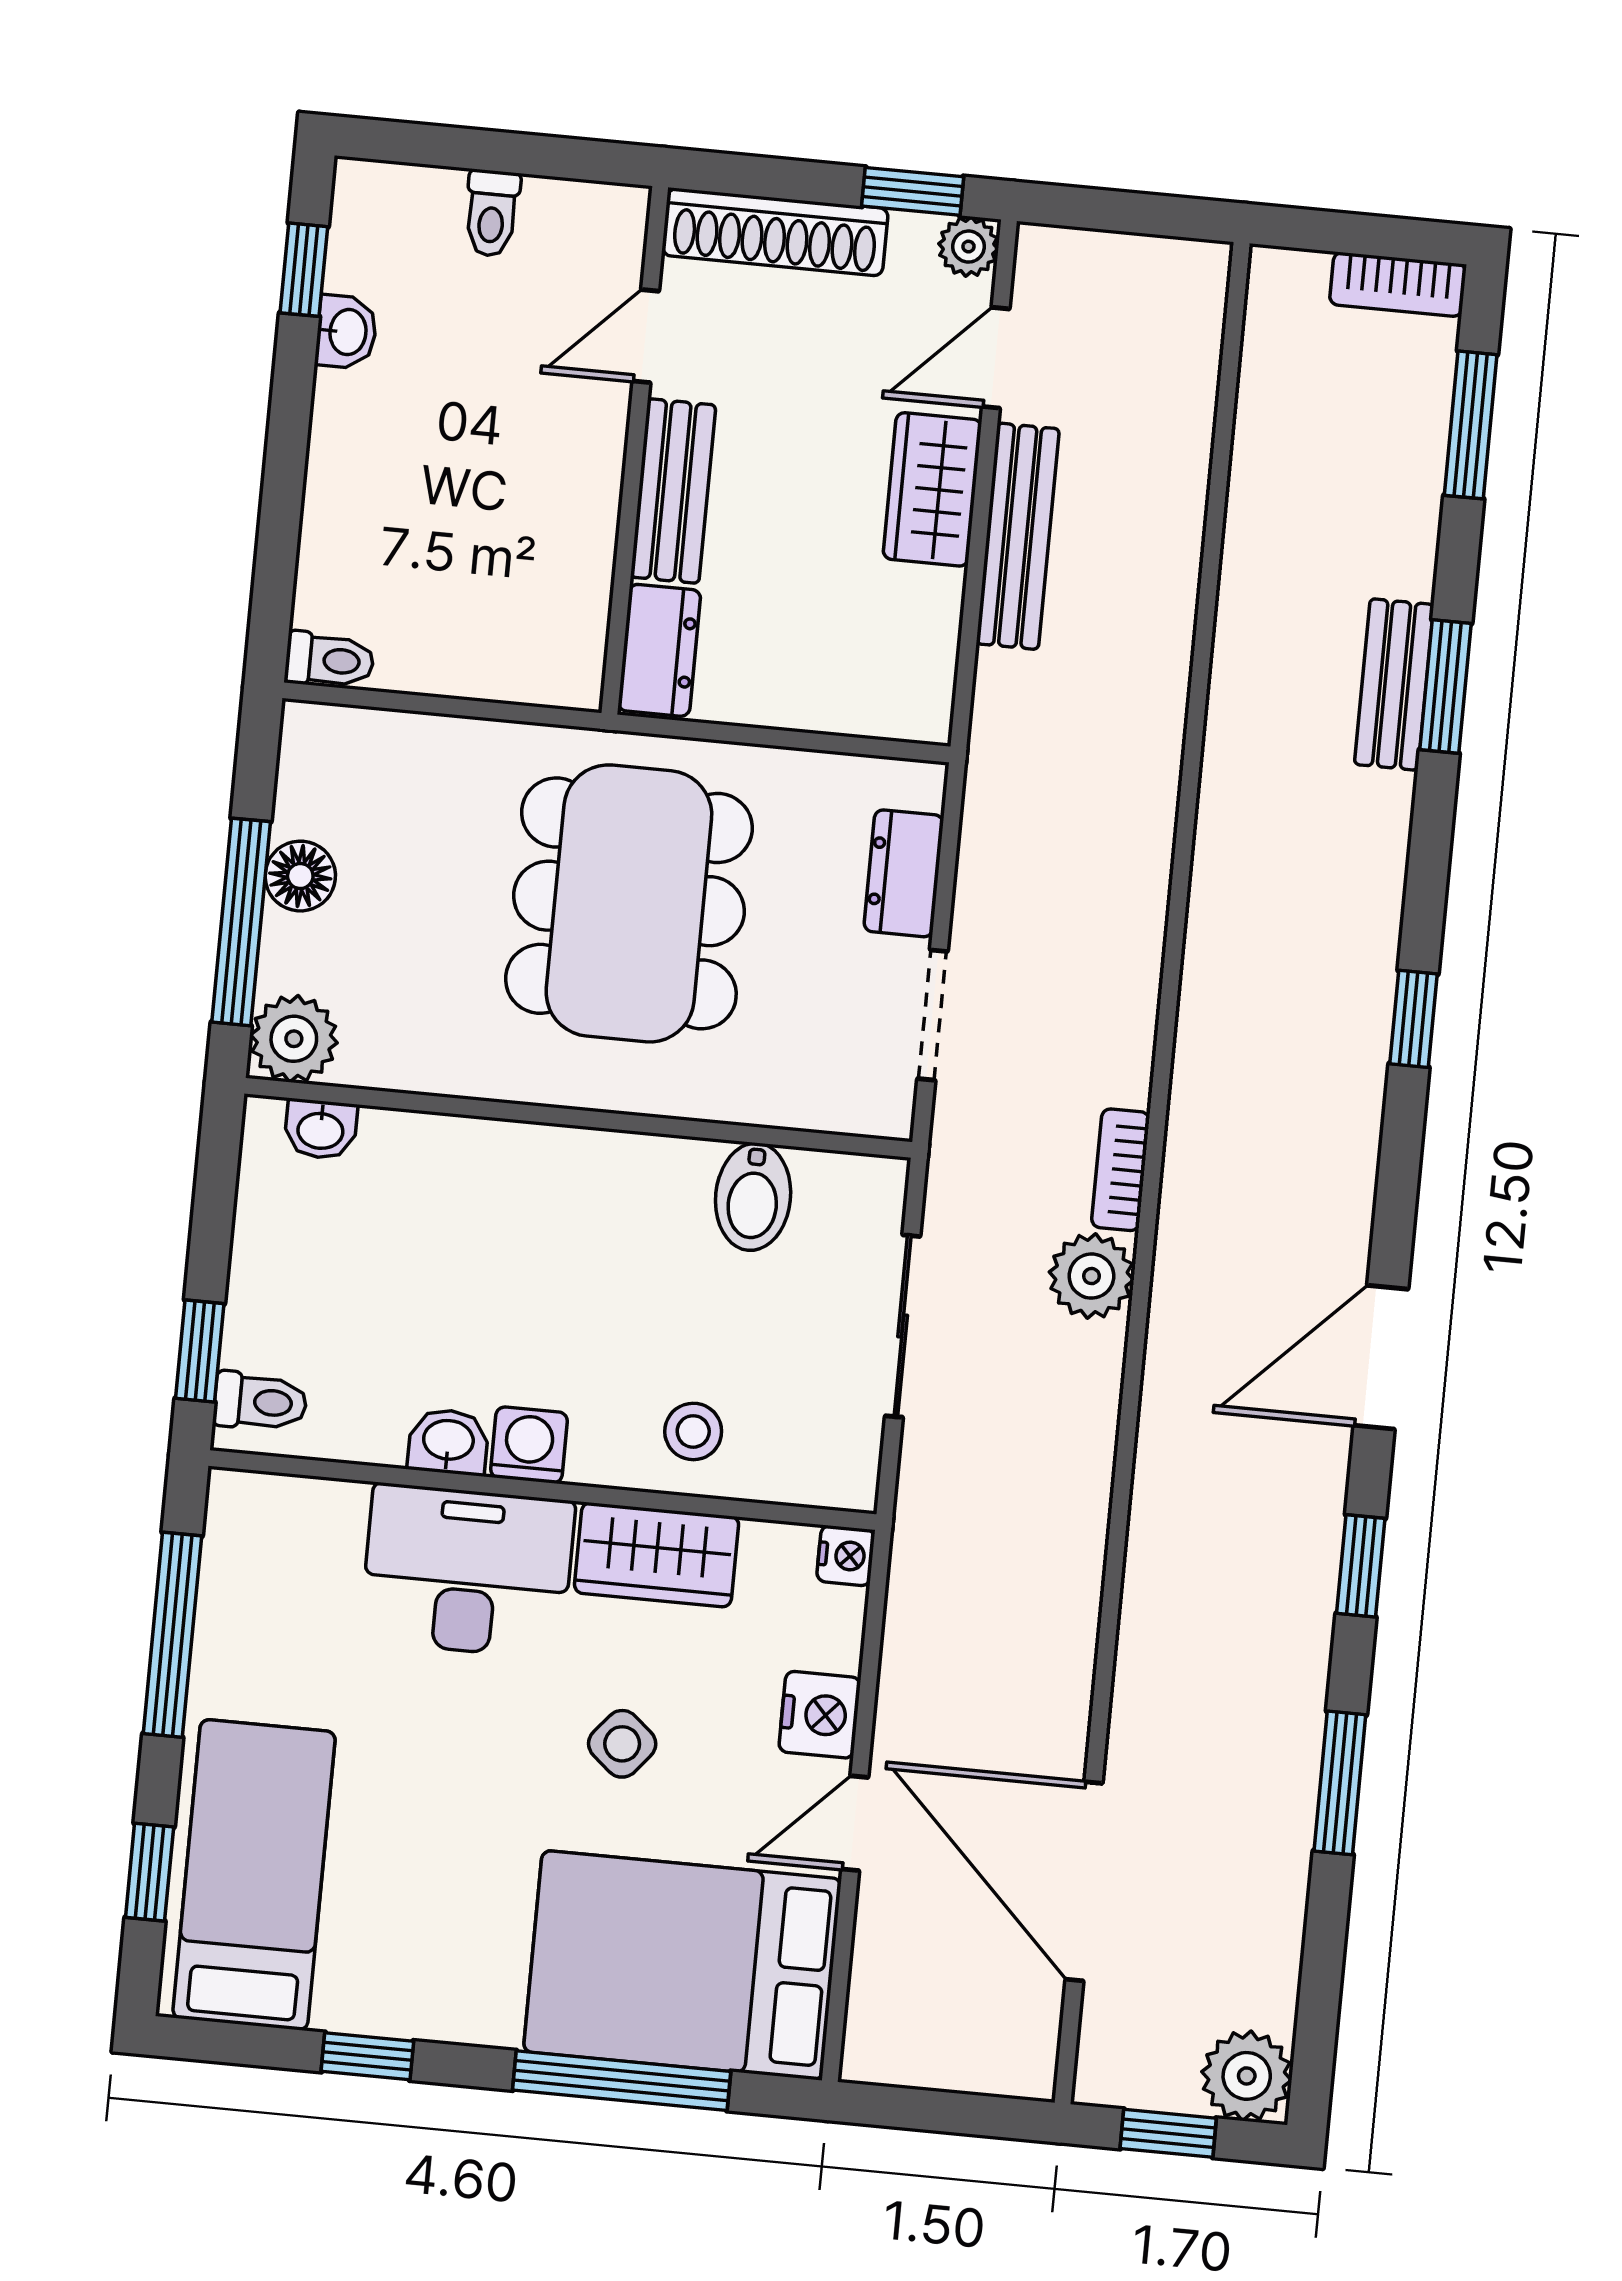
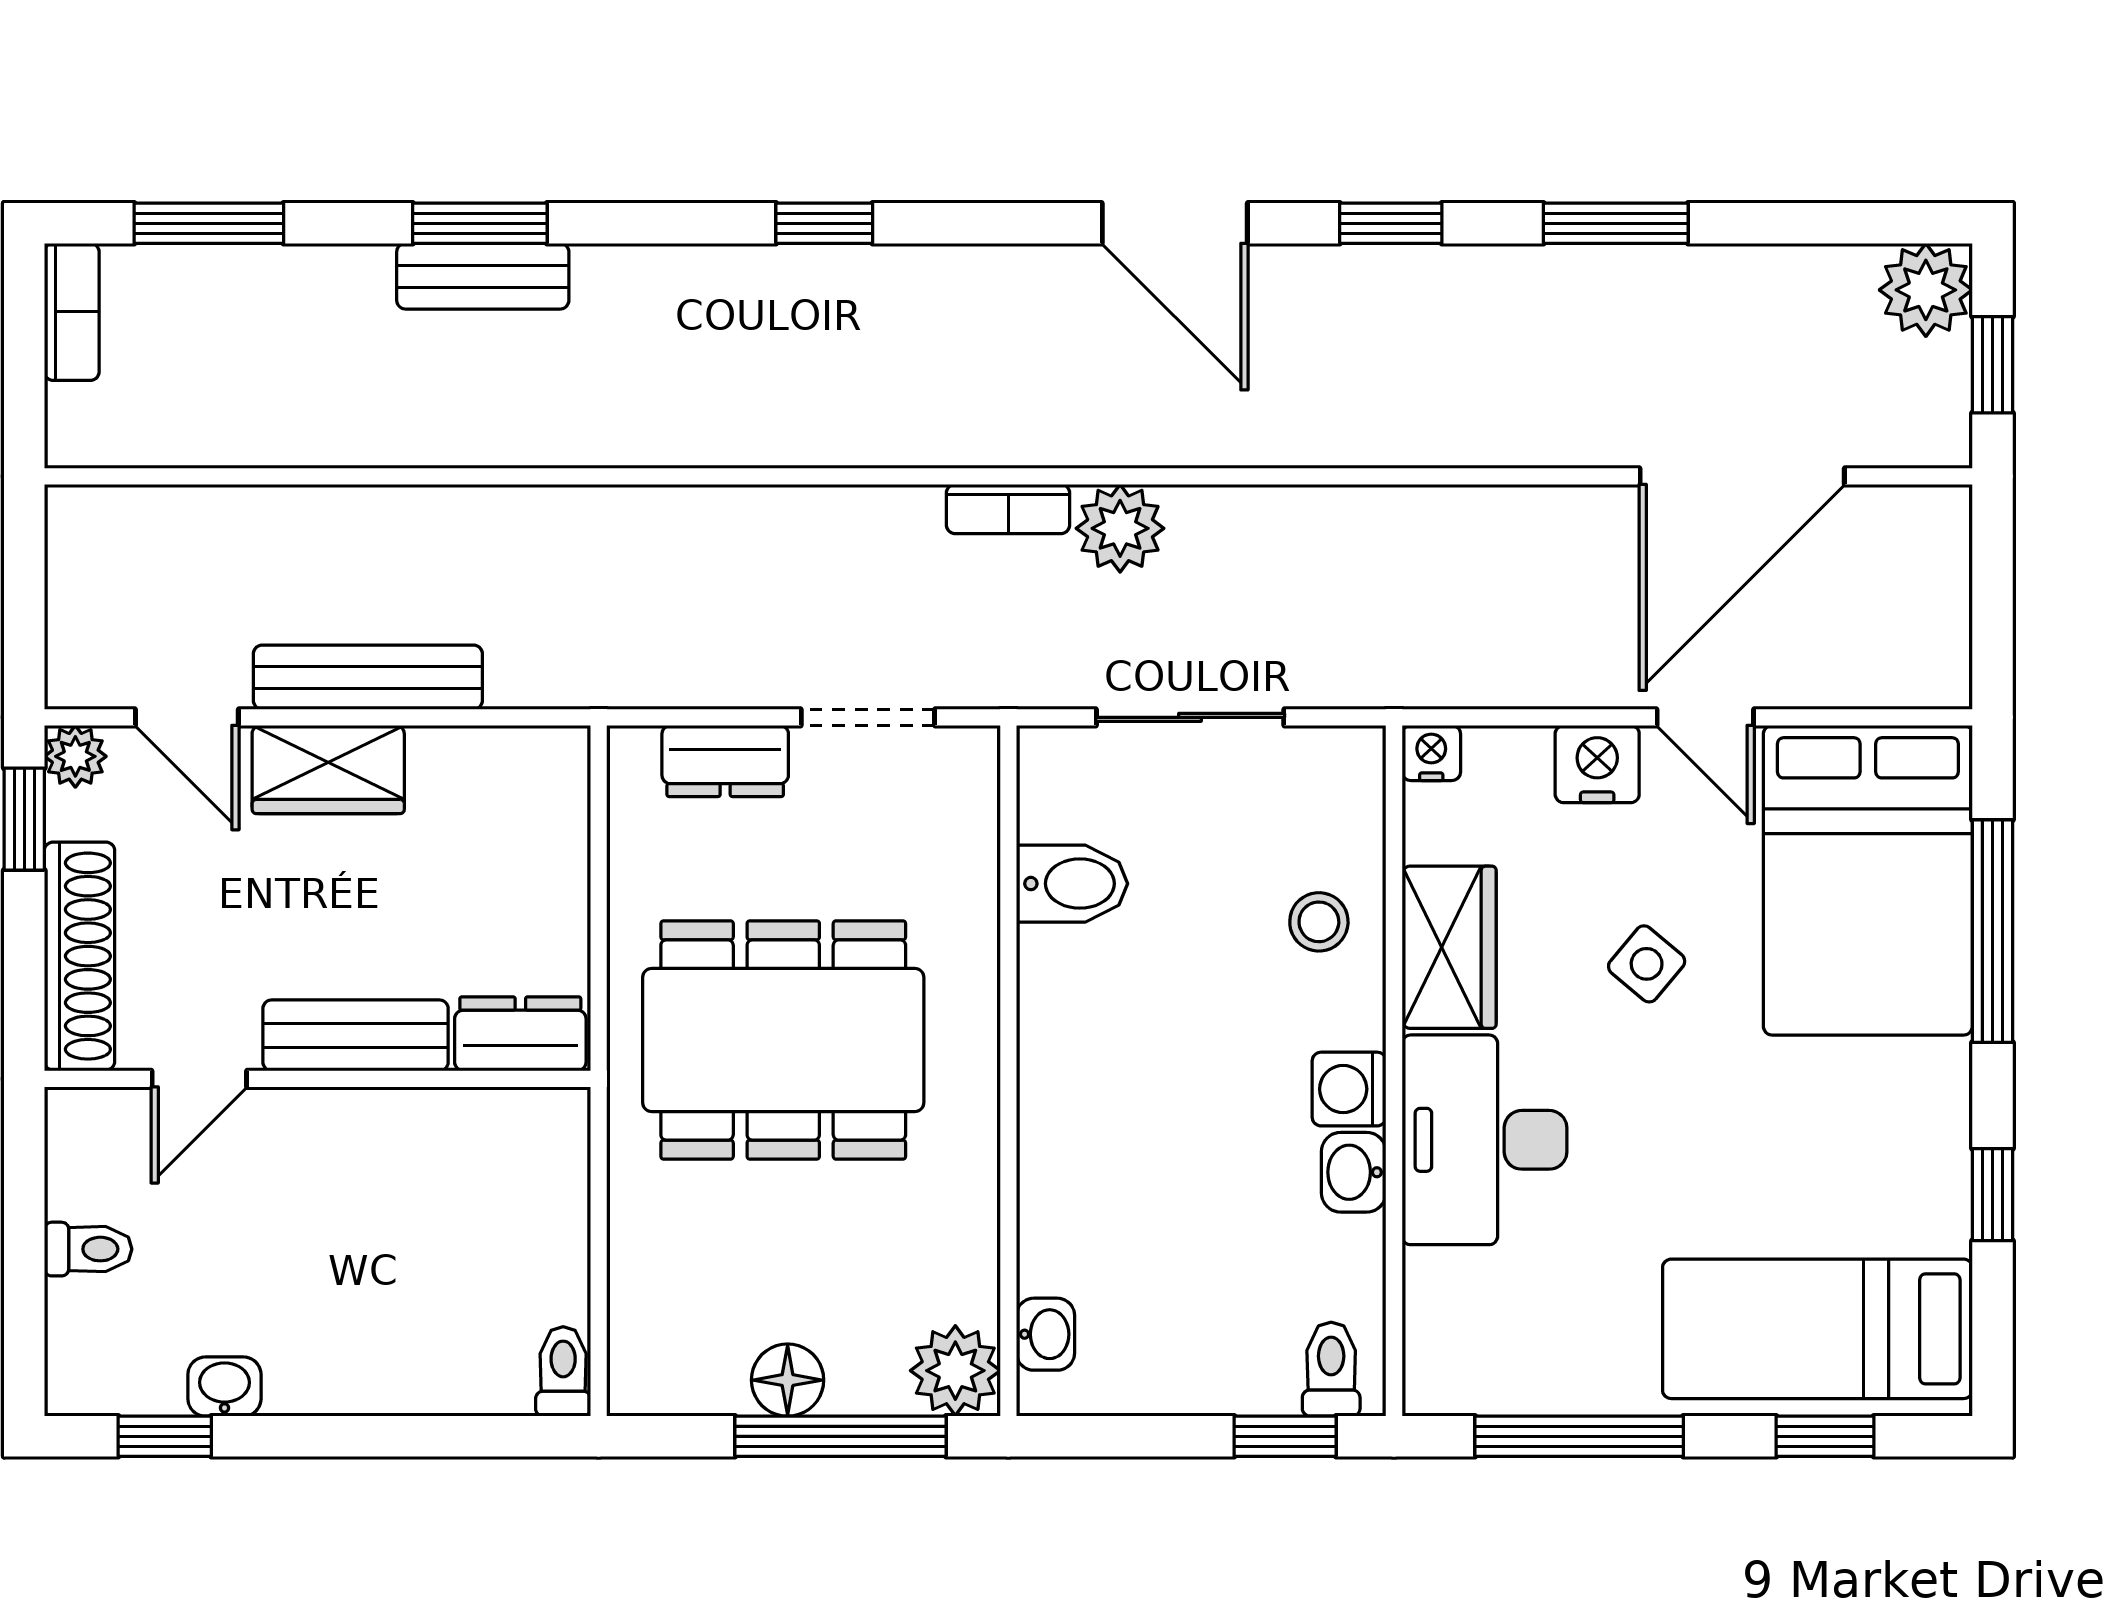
door: (646, 336) -> (199, 1079), hinge flipped

